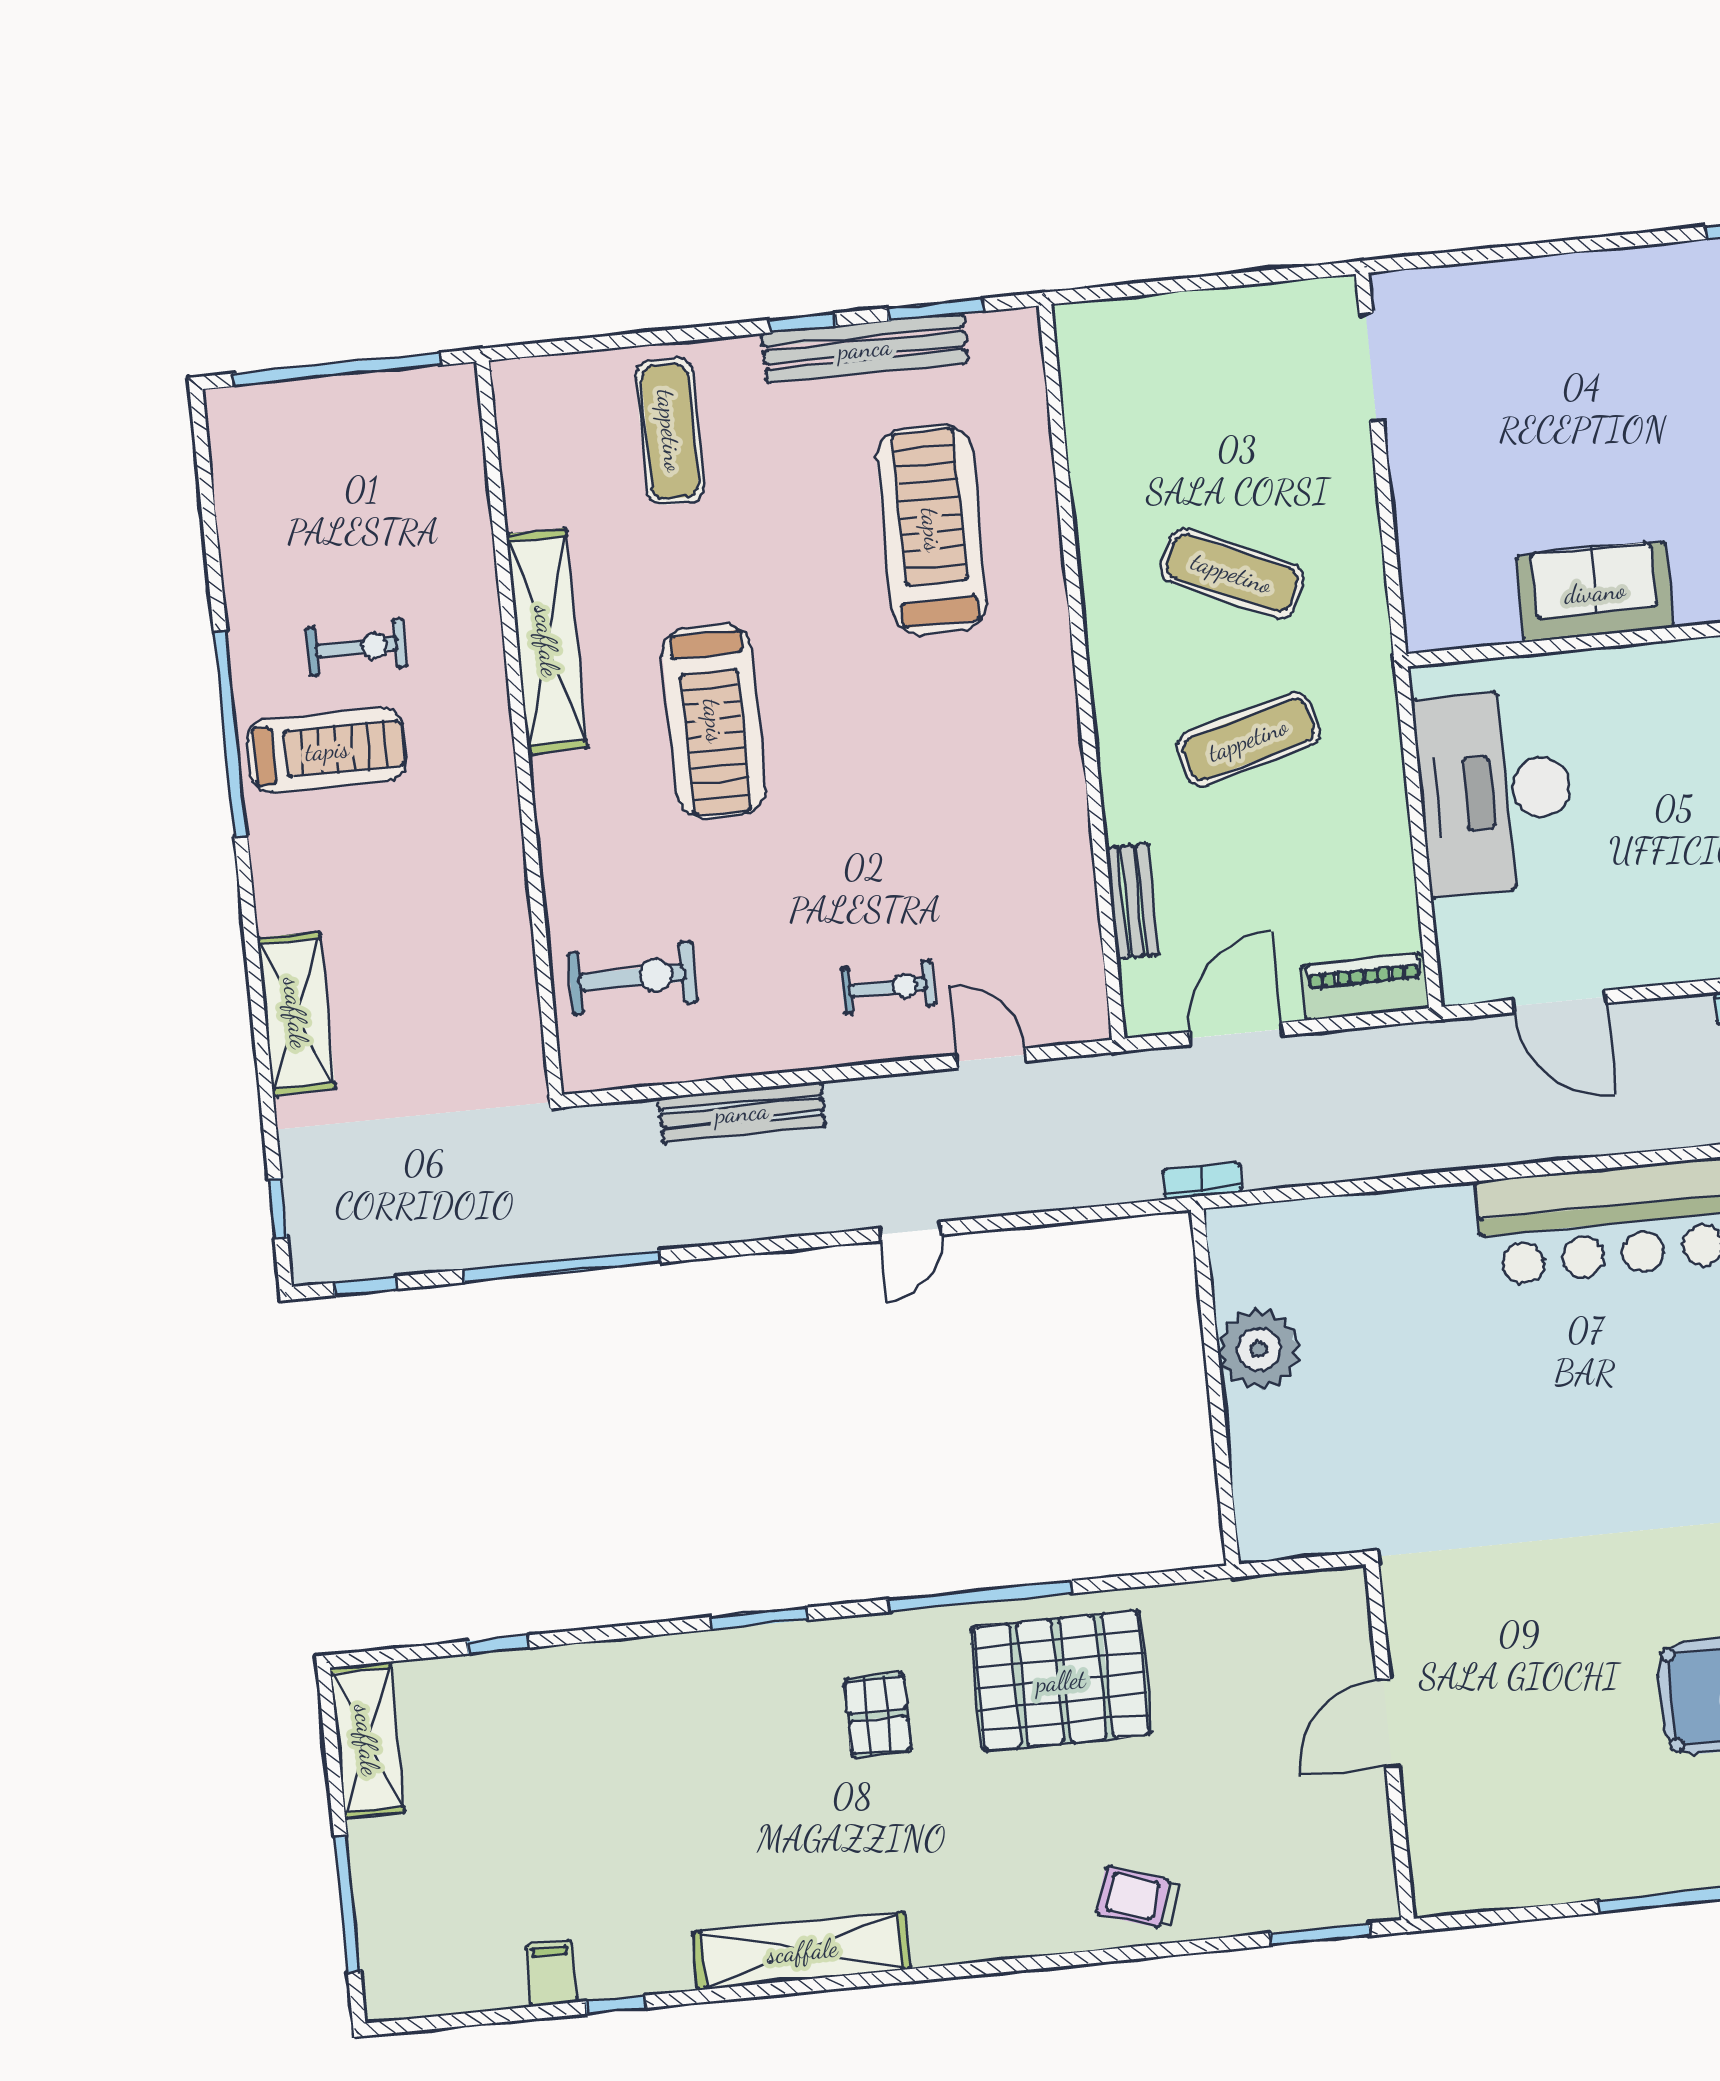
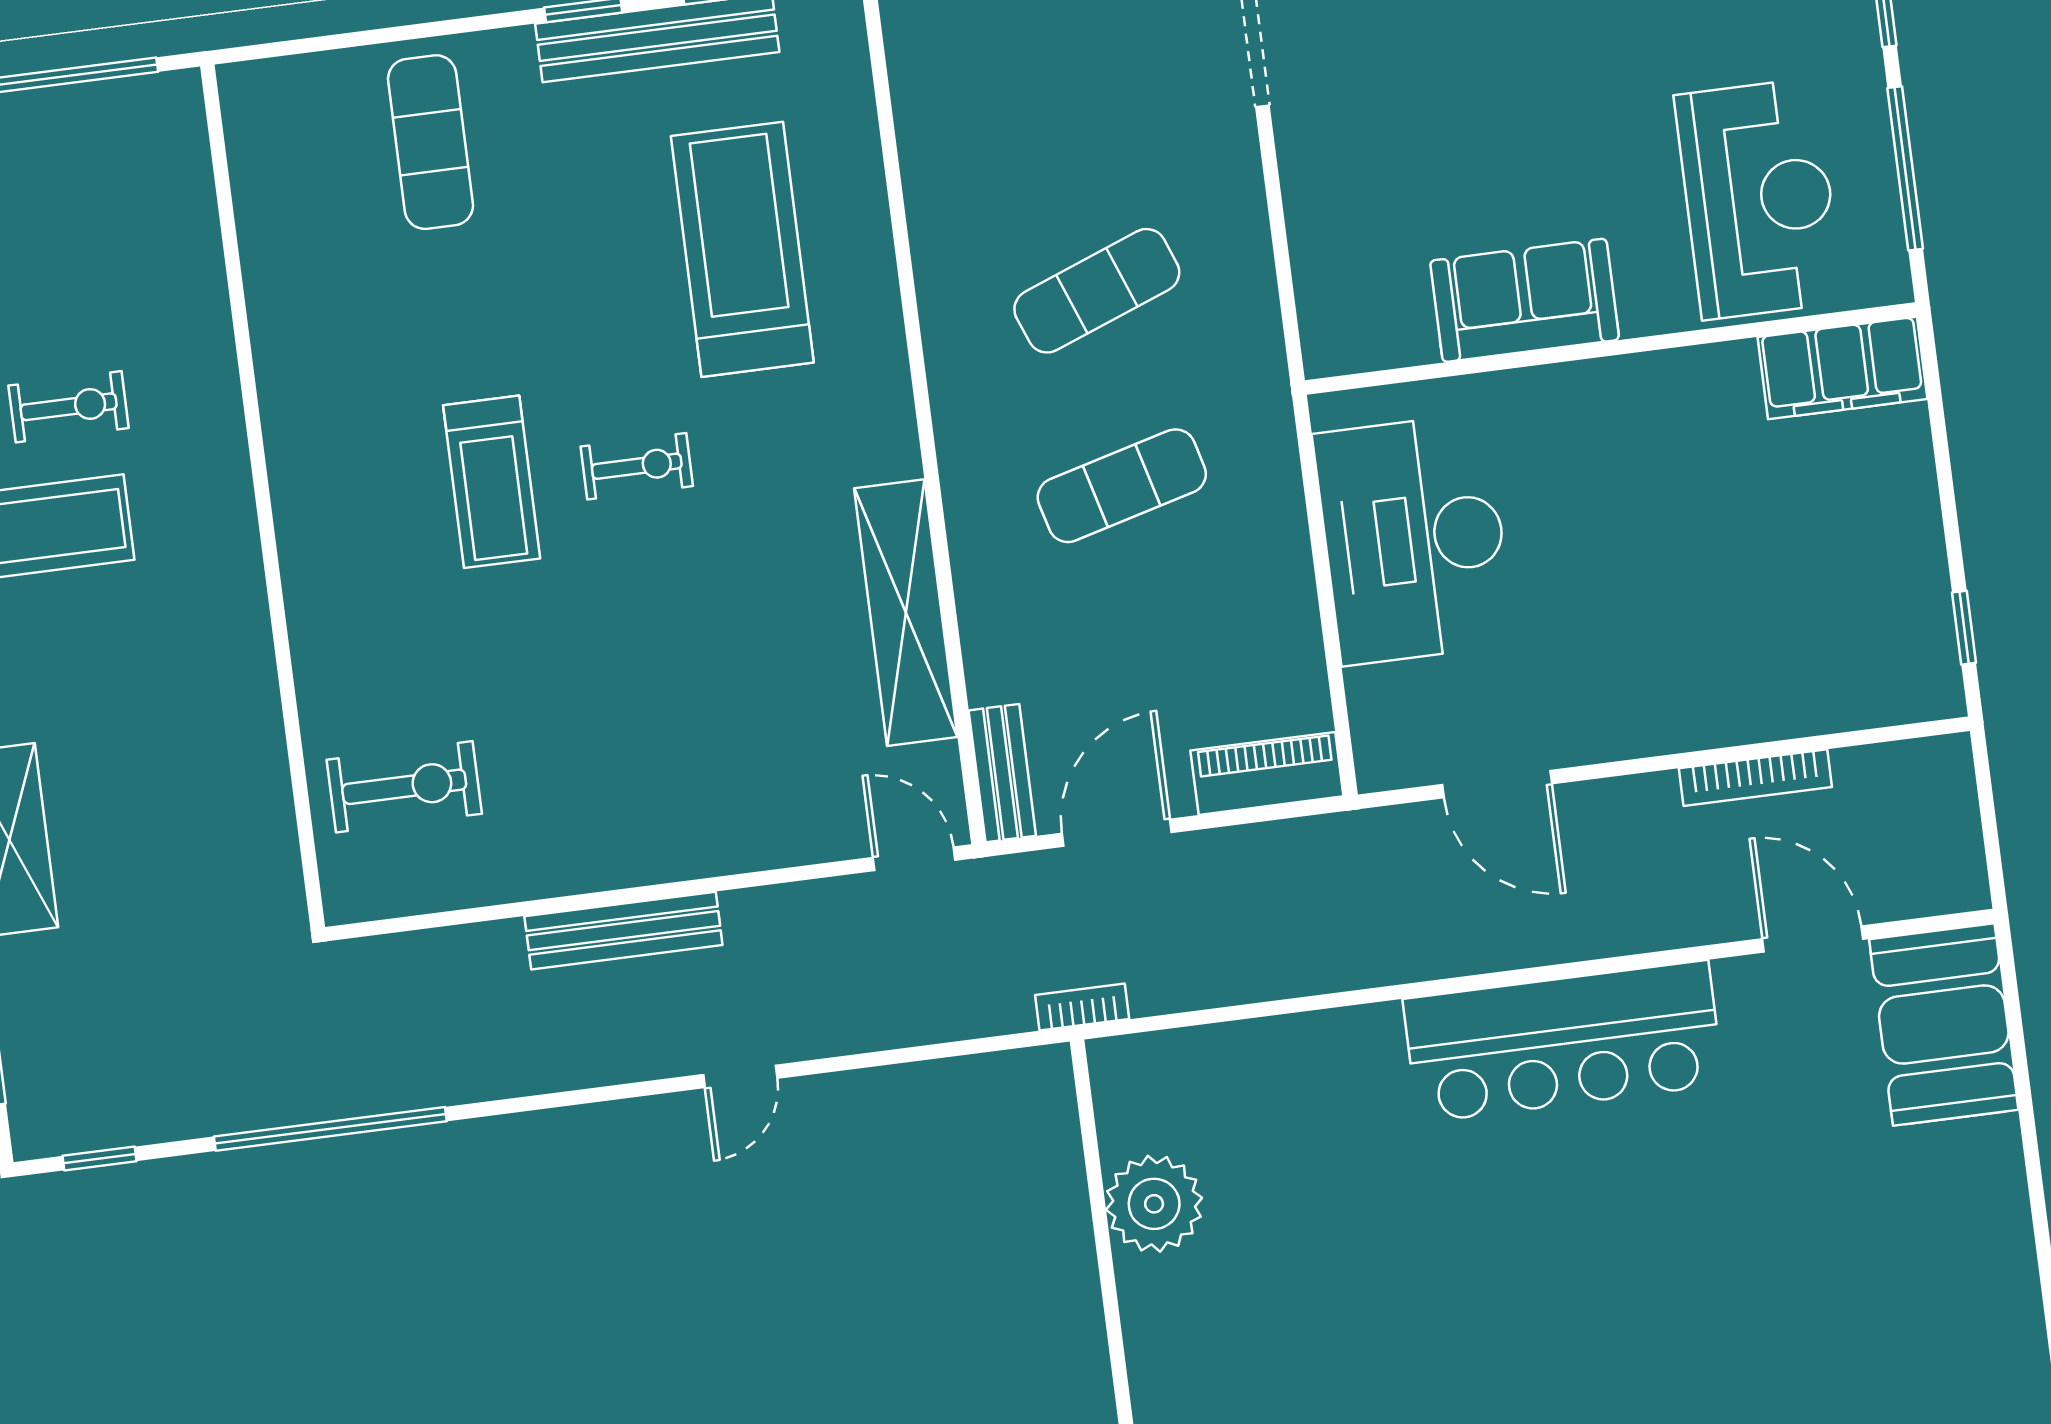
exercise mat: (1232, 573) -> (1097, 291), turned -45
shelving: (547, 641) -> (906, 613), moved
treadmill: (714, 721) -> (492, 482), width x0.73, depth x0.73
bench: (1132, 901) -> (1002, 773), moved
exercise bike: (888, 987) -> (637, 466), moved
door: (992, 1058) -> (914, 859), moved
bench: (742, 1112) -> (623, 931), moved

